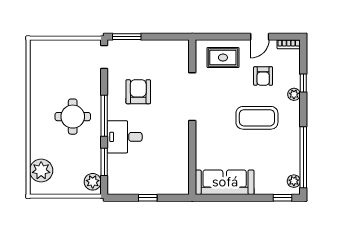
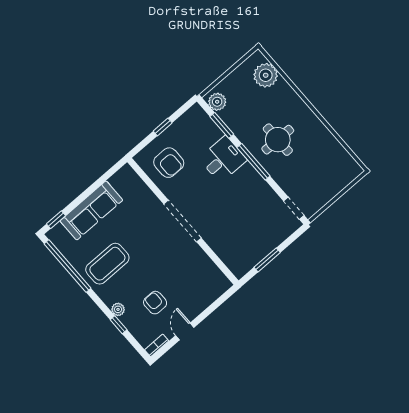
window: (127, 37) -> (267, 260), moved
rug: (223, 58) -> (200, 290), removed
armchair: (138, 92) -> (169, 163), moved
doorway: (192, 97) -> (183, 221), moved
coffee table: (257, 118) -> (107, 264), moved
plant: (294, 181) -> (59, 241), removed
sofa: (225, 182) -> (91, 210), moved

